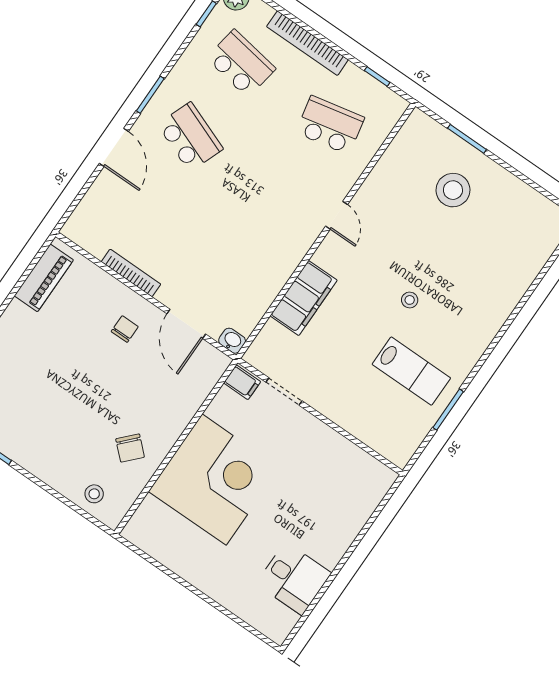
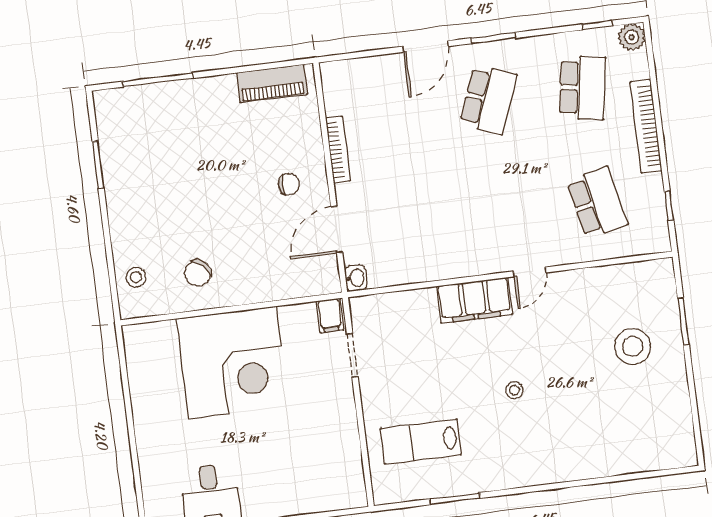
filing cabinet: (304, 298) -> (474, 300), moved
lab bench: (411, 371) -> (421, 442), moved, turned 90

